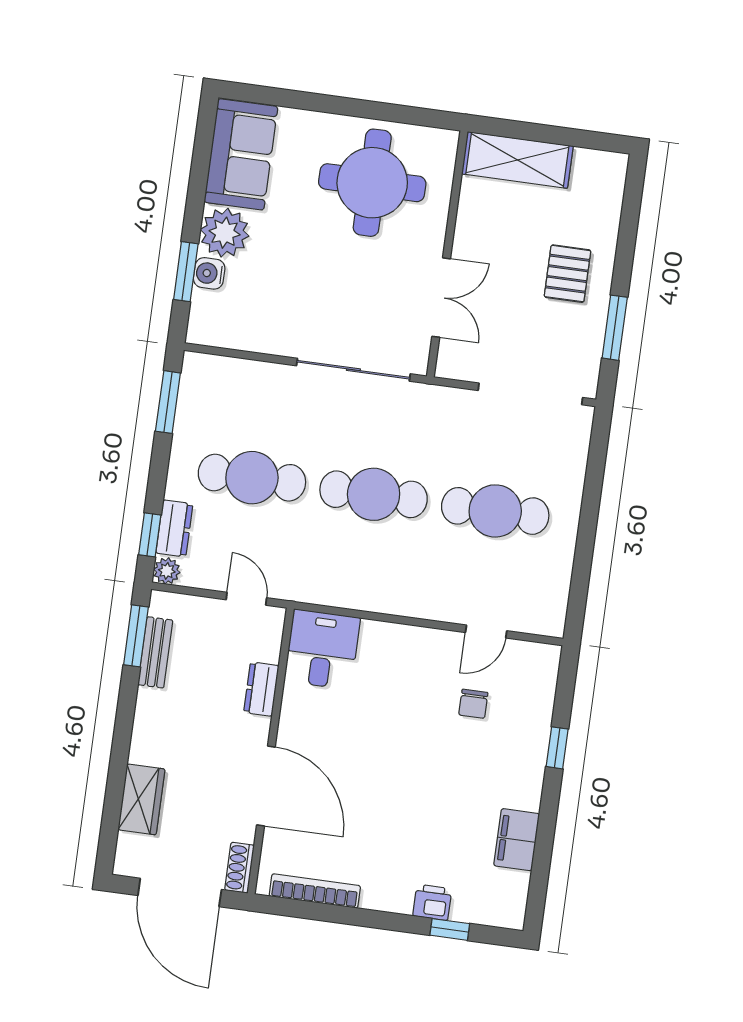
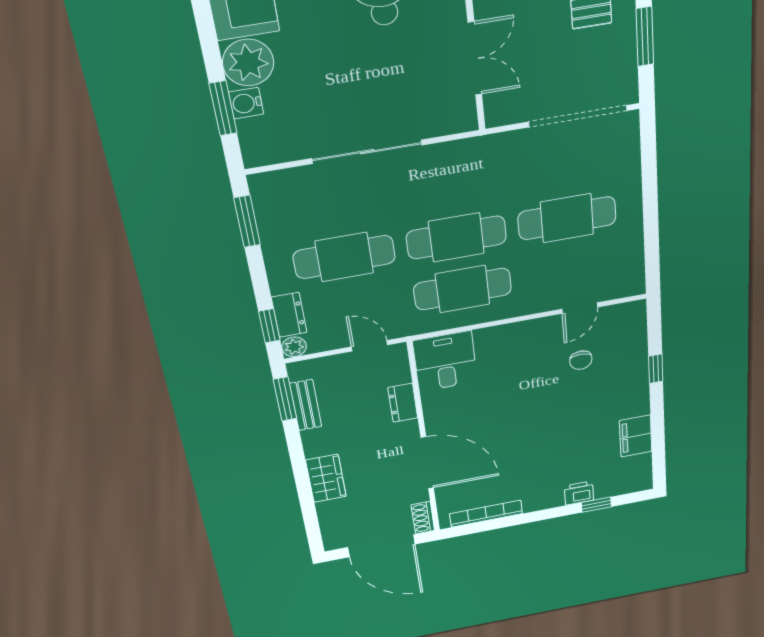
sliding door: (353, 370) -> (367, 152), moved
cafe table: (364, 561) -> (463, 289), added
wardrobe: (141, 799) -> (326, 478), moved

